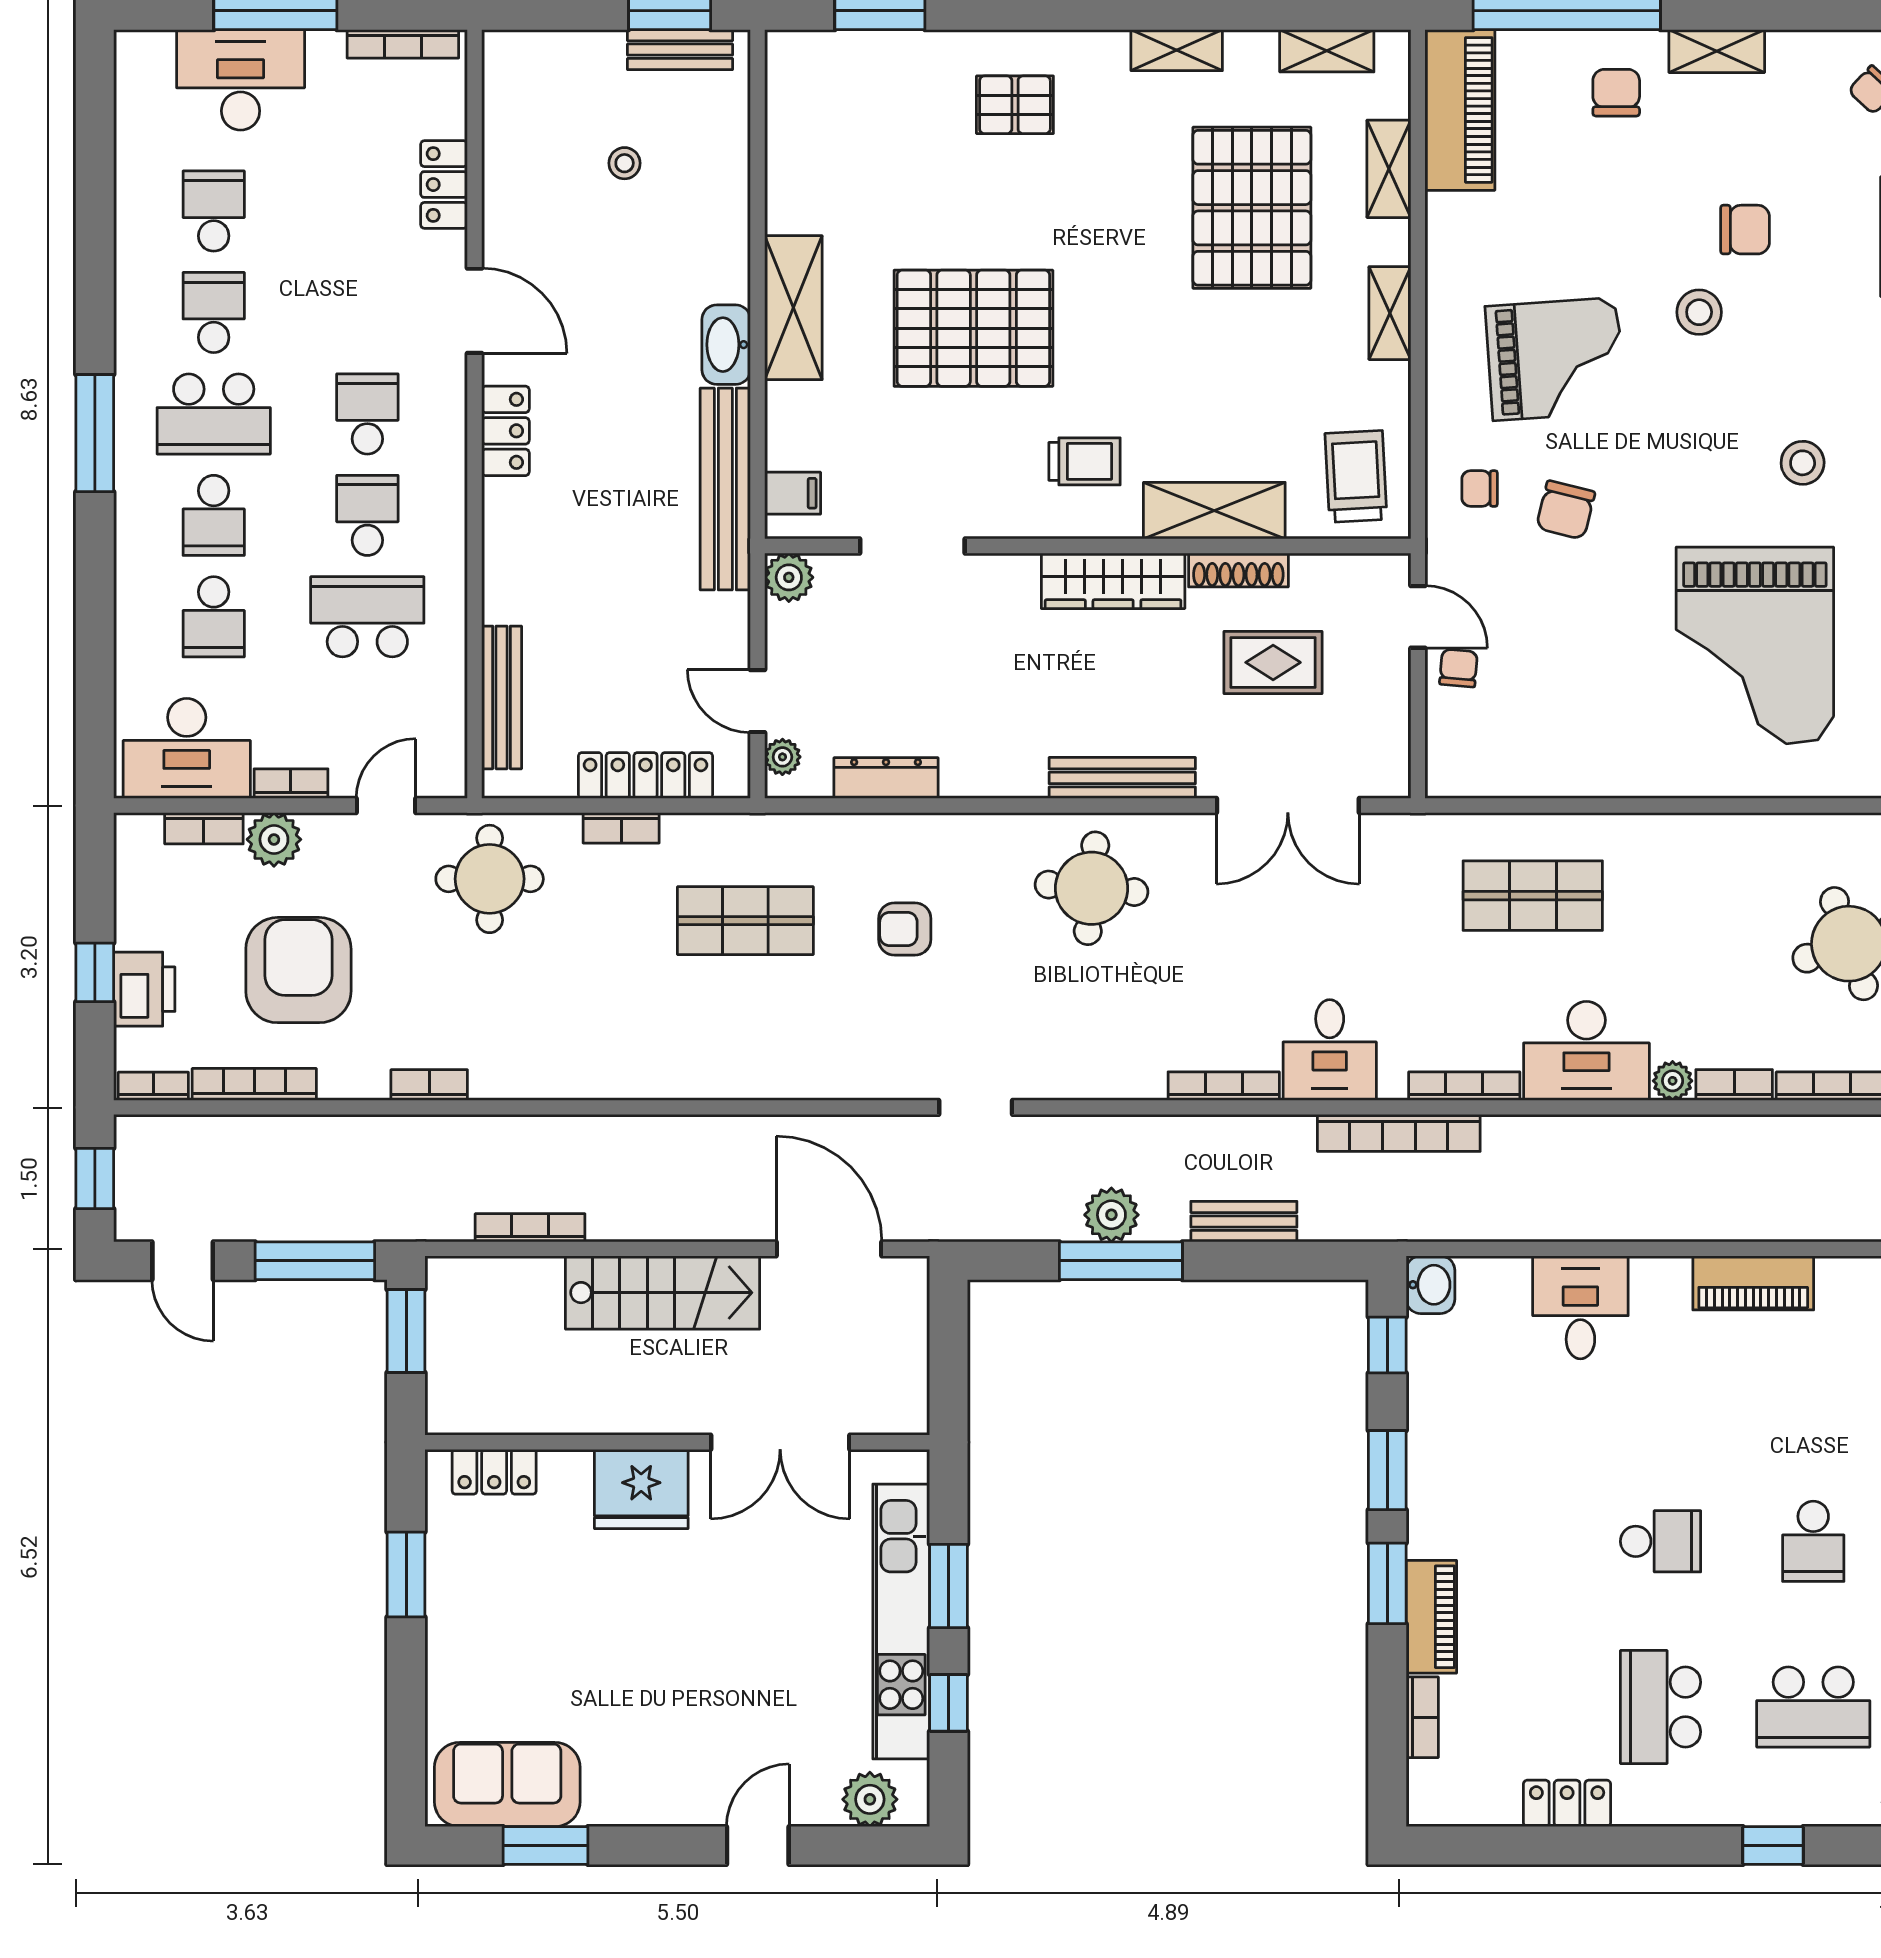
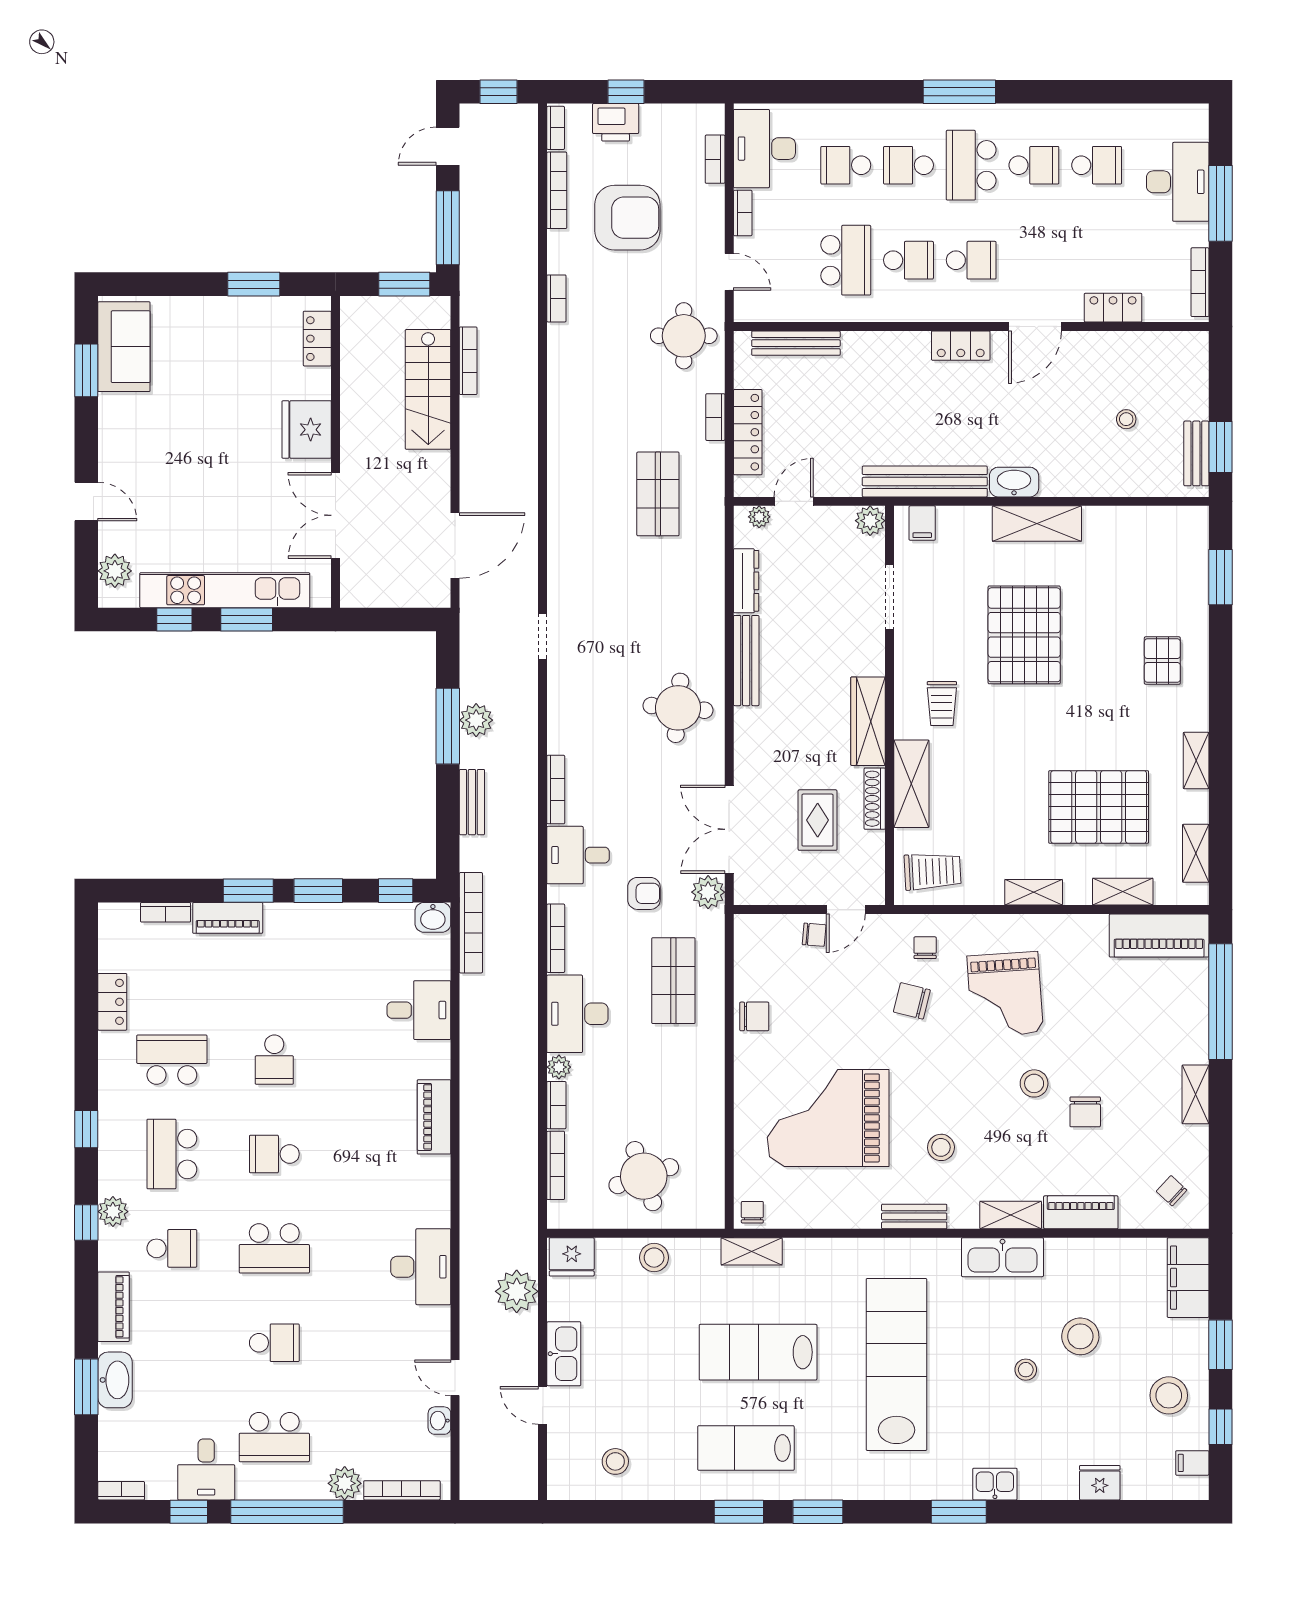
chair: (1616, 93) -> (754, 1016), moved
bench: (1122, 778) -> (746, 661), moved
plant: (274, 839) -> (708, 892), moved
armchair: (905, 929) -> (644, 893), moved, turned 90
bookcase: (1399, 1133) -> (471, 923), moved, turned 180
stairs: (663, 1293) -> (428, 389), moved

